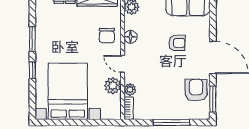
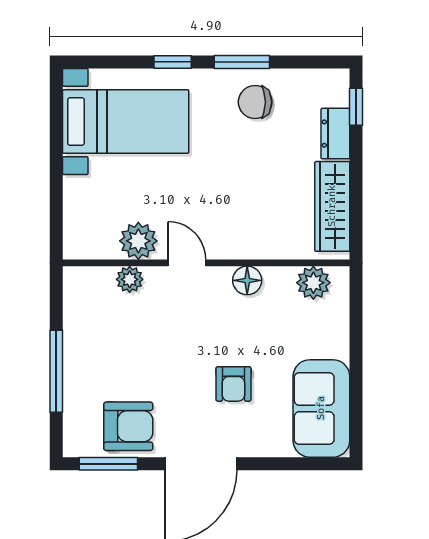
chair: (107, 35) -> (255, 102), moved
door: (123, 64) -> (187, 263), hinge flipped
bed with nightstands: (68, 91) -> (126, 122), width x0.73
bookcase: (129, 108) -> (88, 276), removed

